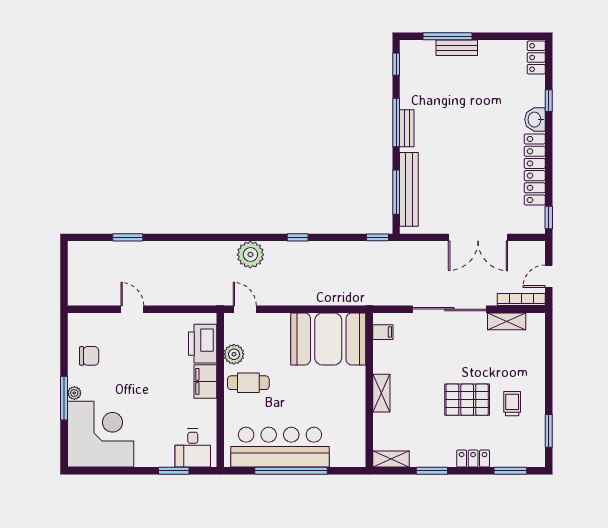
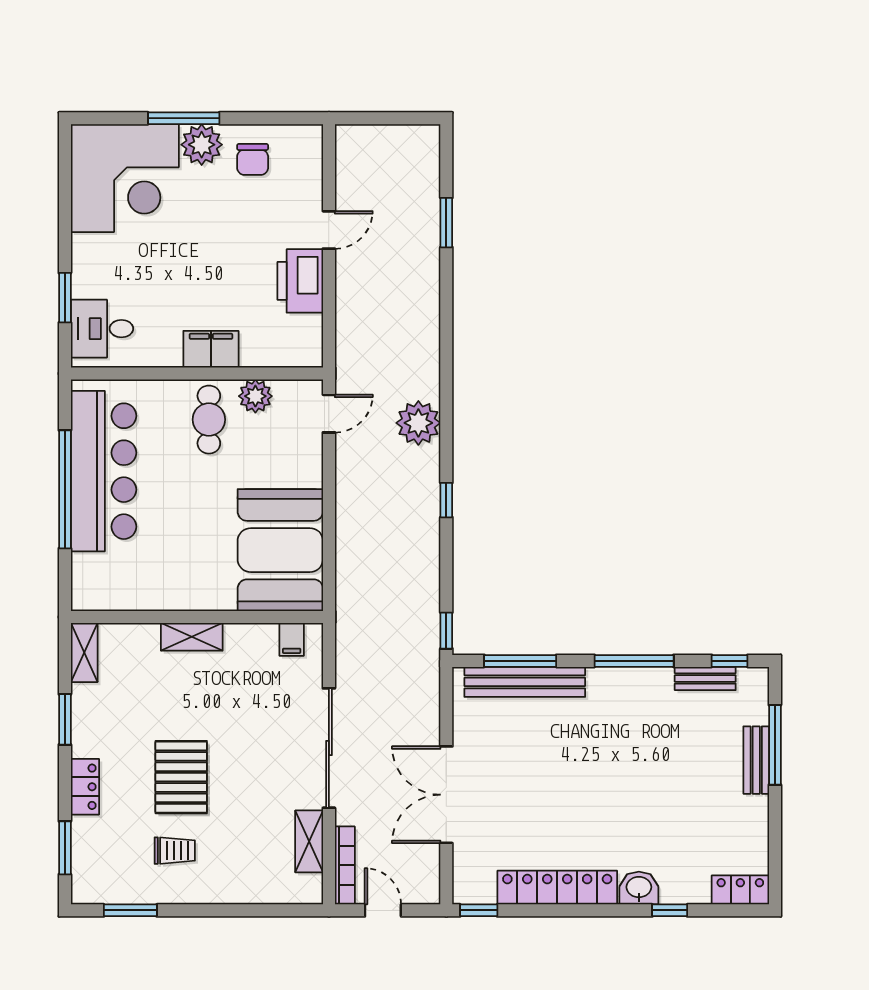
bench: (407, 128) -> (705, 678), moved
printer: (203, 344) -> (300, 281), moved, turned -90
plant: (74, 393) -> (202, 145), width x1.87, depth x1.87

